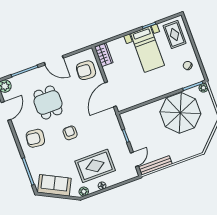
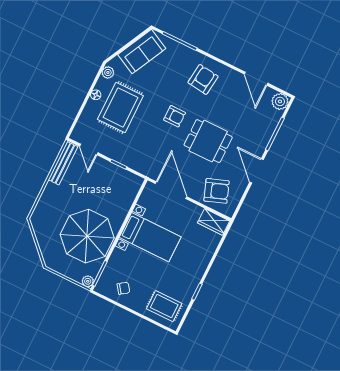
bed with nightstands: (147, 49) -> (150, 237), moved, turned 180
door: (54, 60) -> (257, 171), hinge flipped
armchair: (86, 70) -> (217, 191), turned 66
dining table: (48, 103) -> (208, 141), moved

